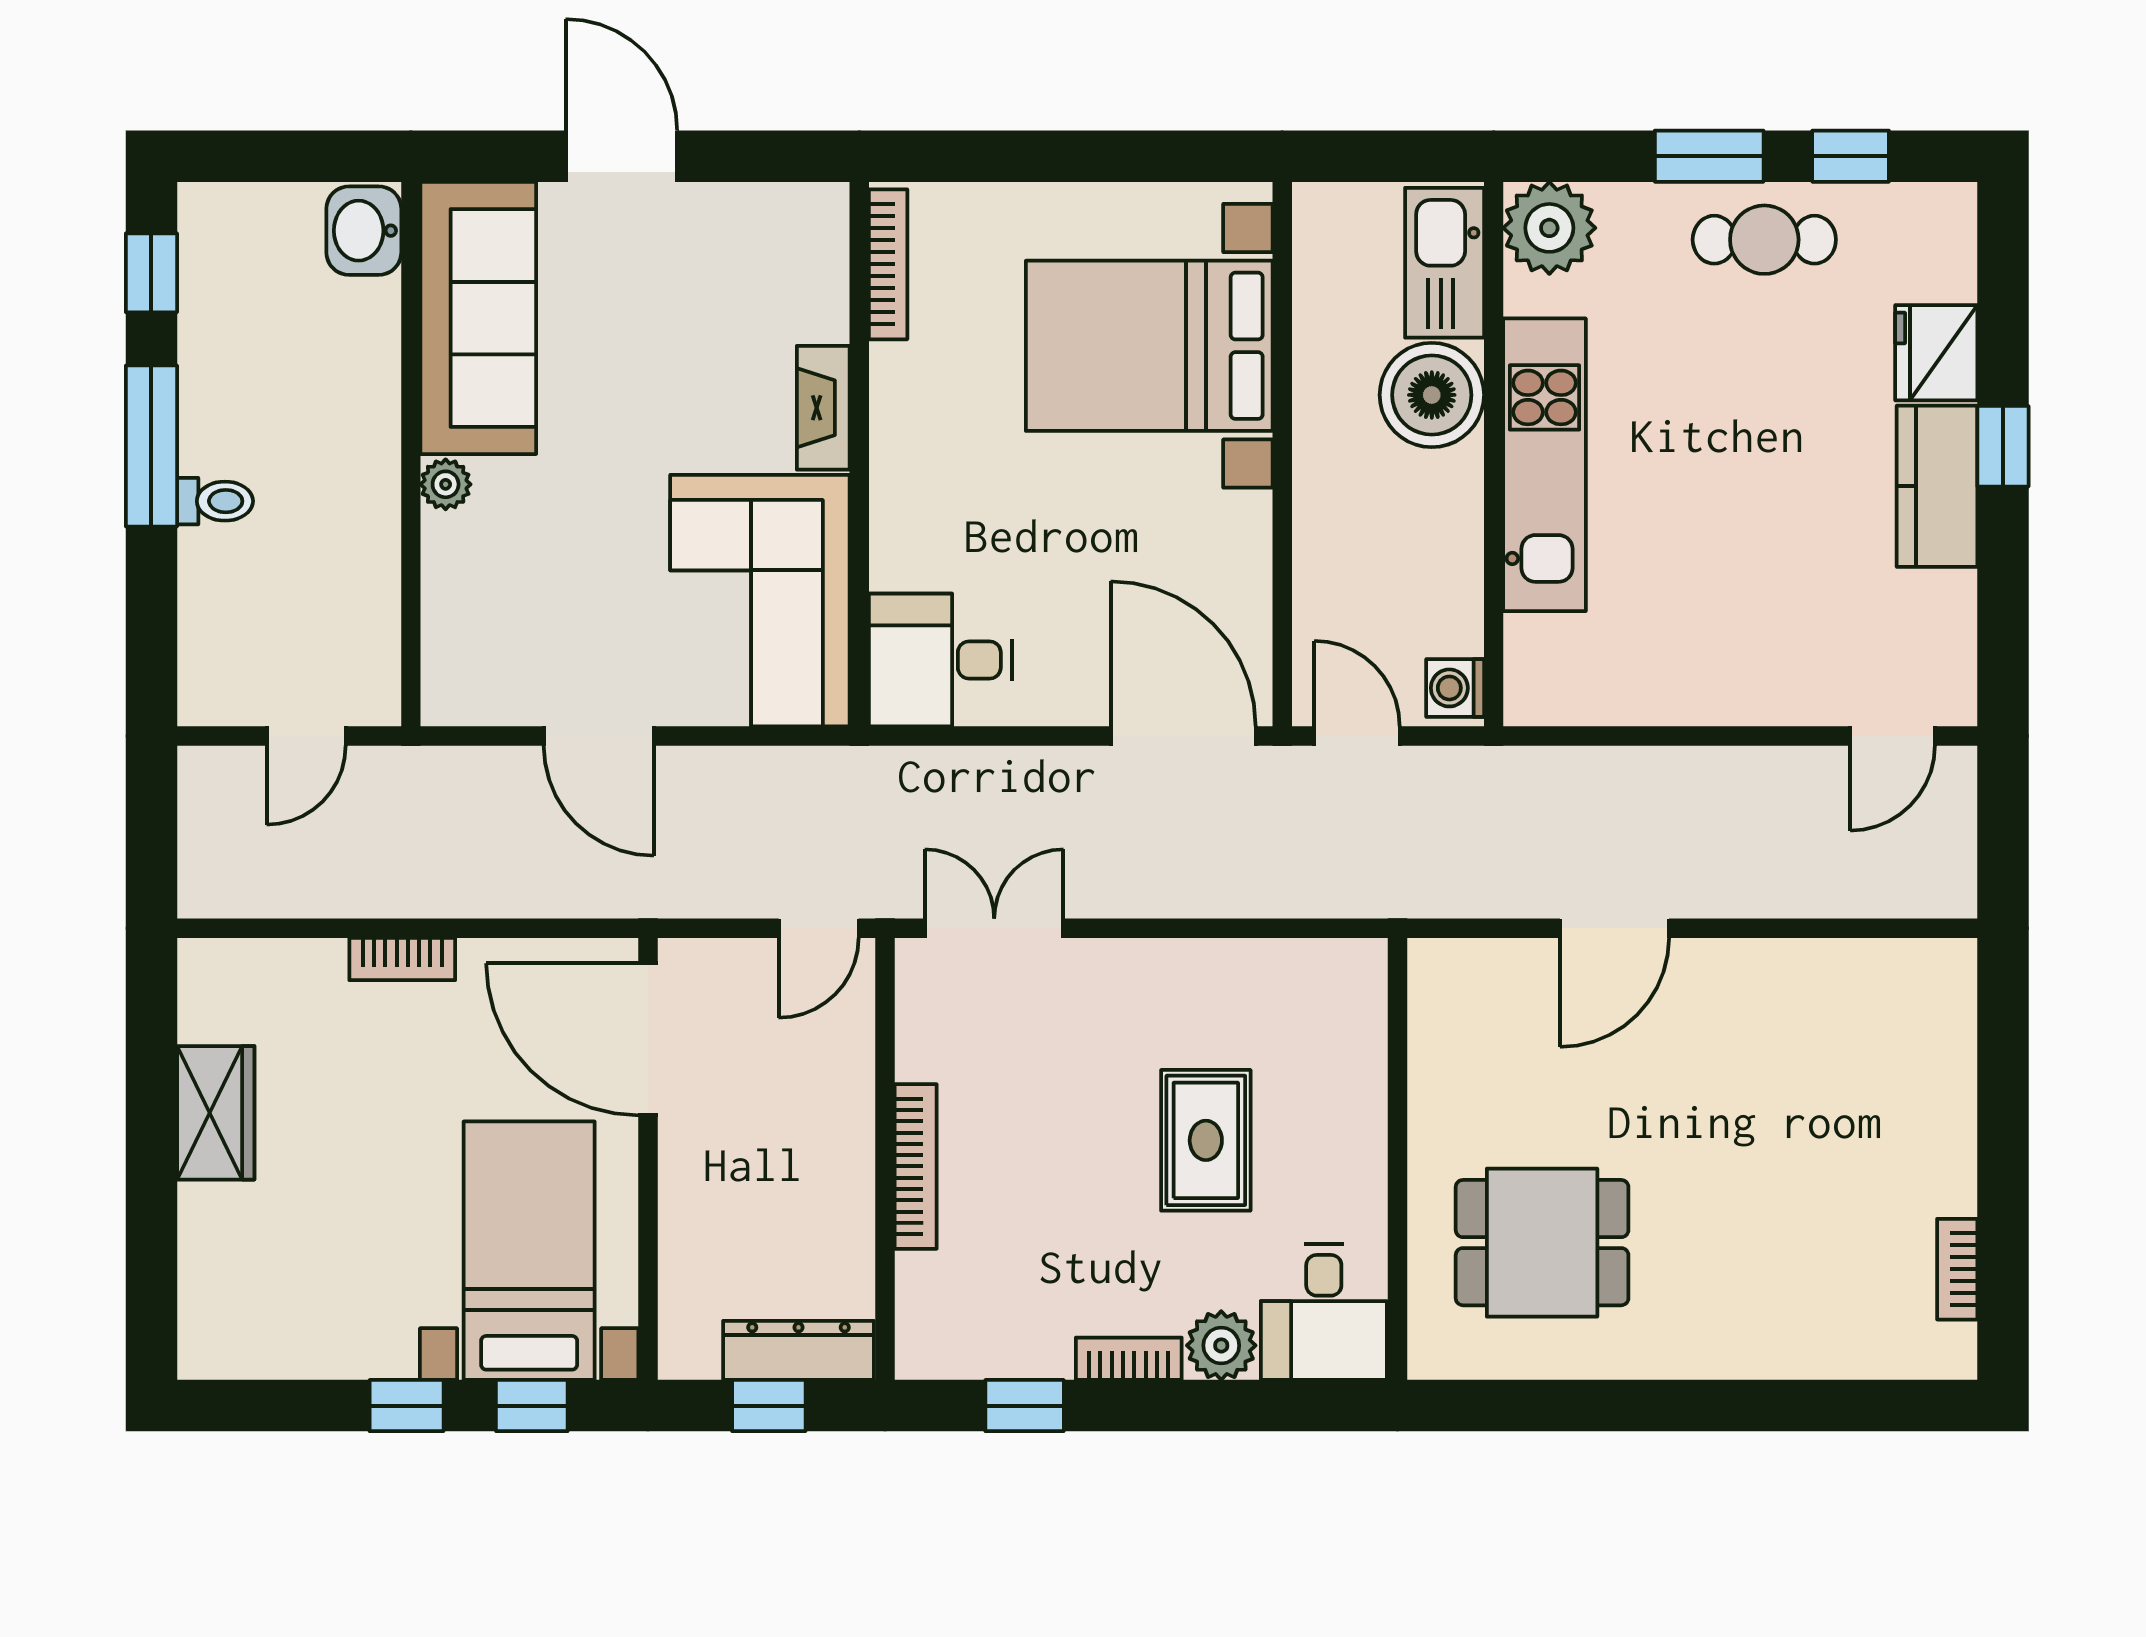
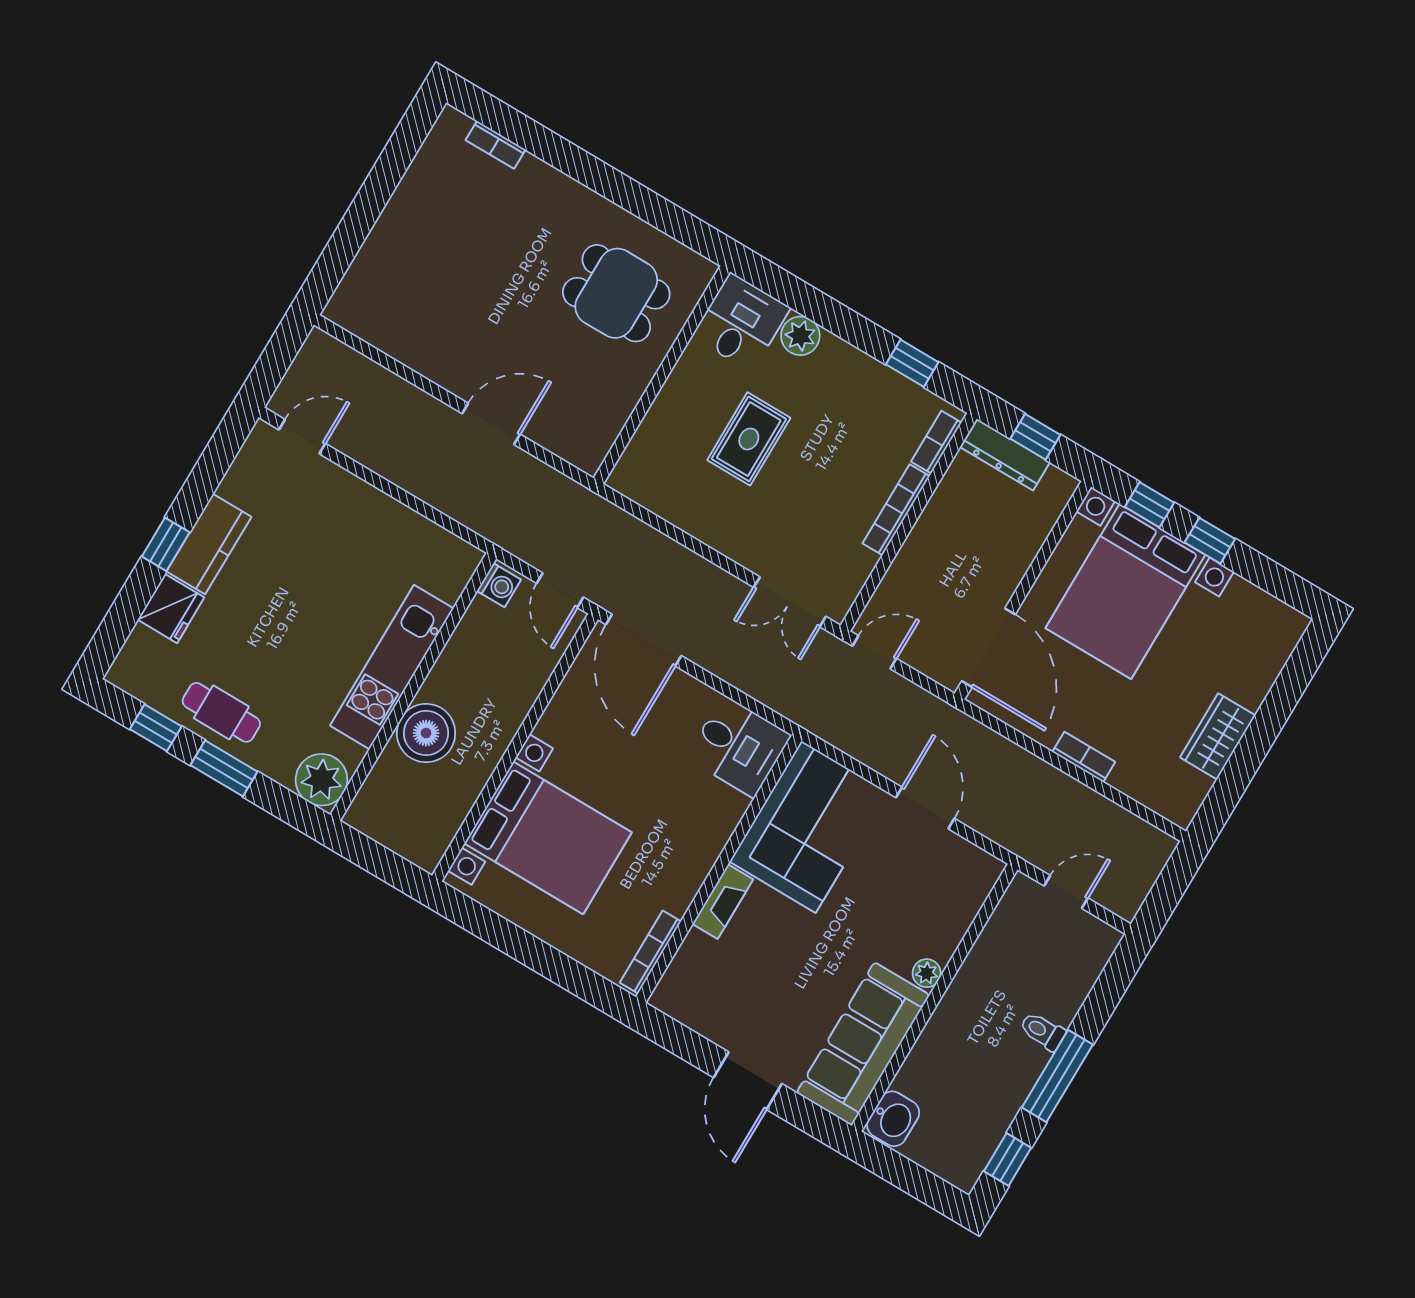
kitchen sink: (1445, 263) -> (382, 793), removed
bed with nightstands: (529, 1251) -> (1125, 591), width x1.36
bookcase: (1957, 1269) -> (496, 145), moved, turned 90
bookcase: (1129, 1359) -> (936, 442), moved, turned 90

